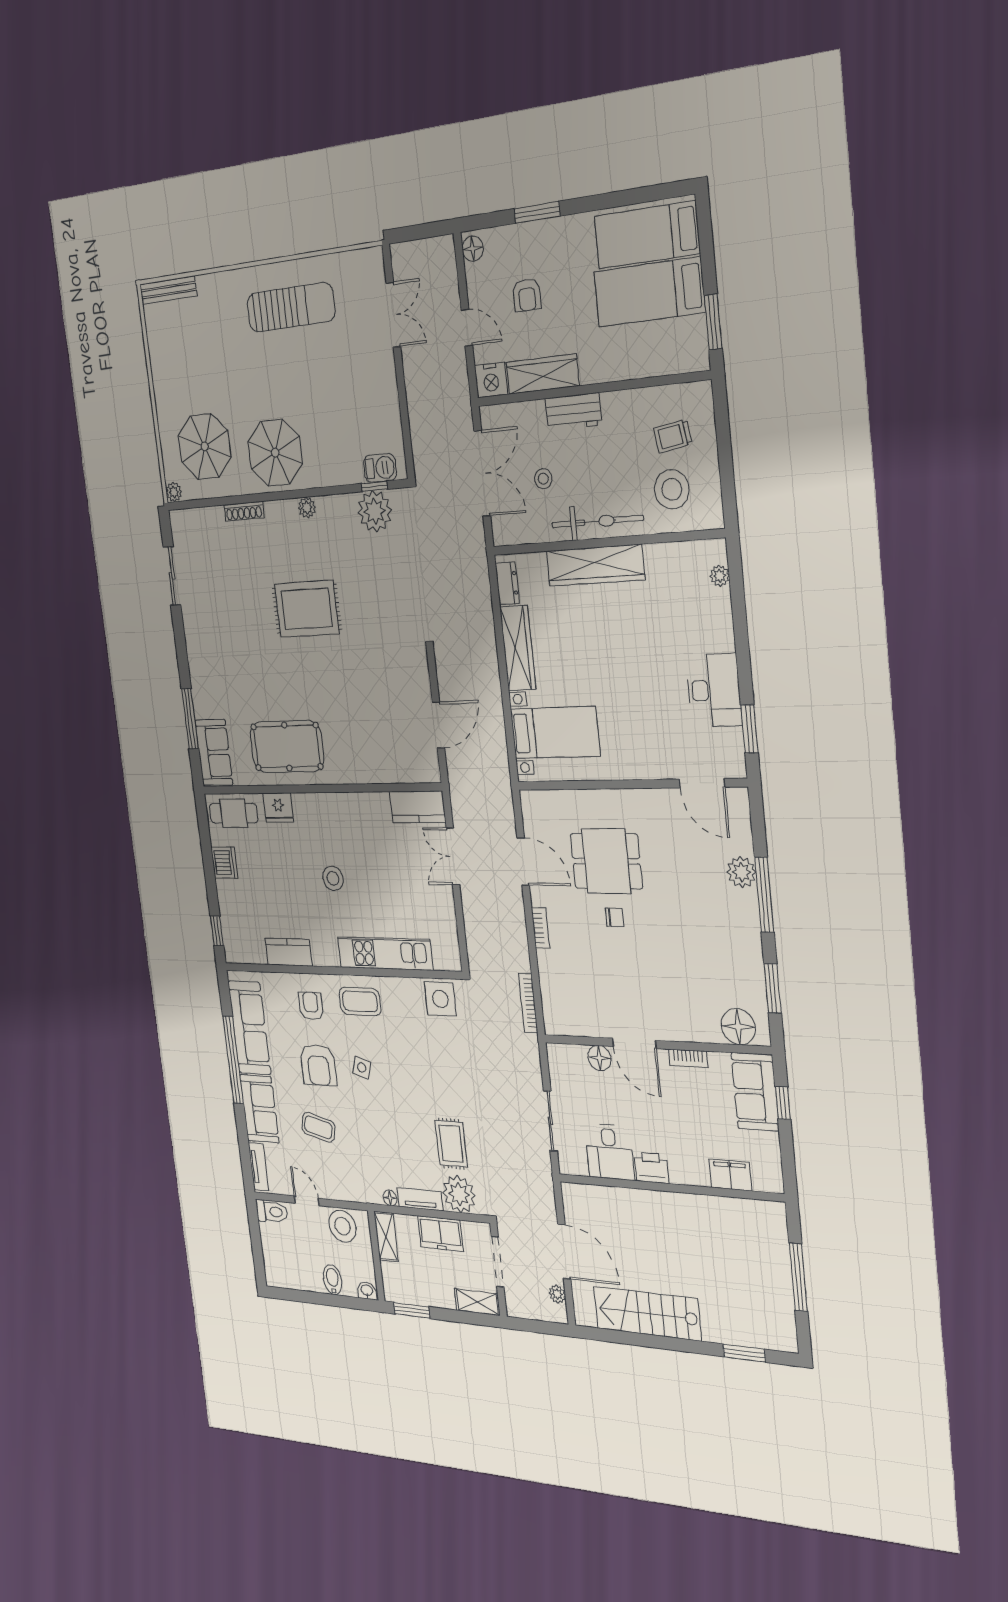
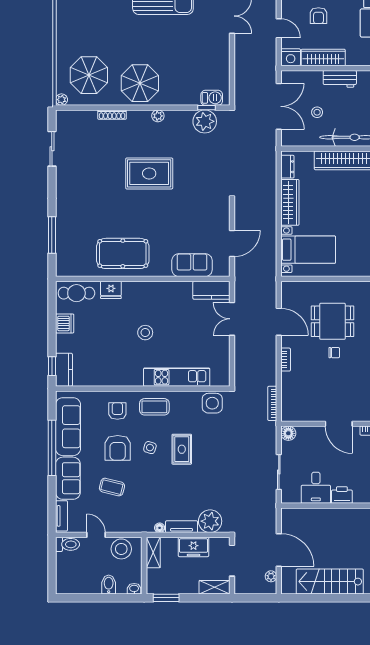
sofa: (214, 752) -> (192, 265), moved, turned -90
kitchen counter: (289, 952) -> (64, 370), moved, turned 90
floor lamp: (600, 1058) -> (288, 433), moved
rug: (451, 1144) -> (182, 449), moved

